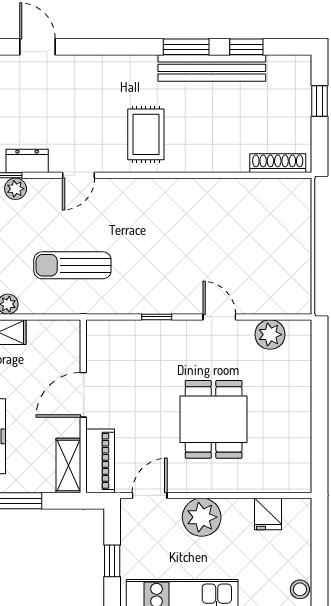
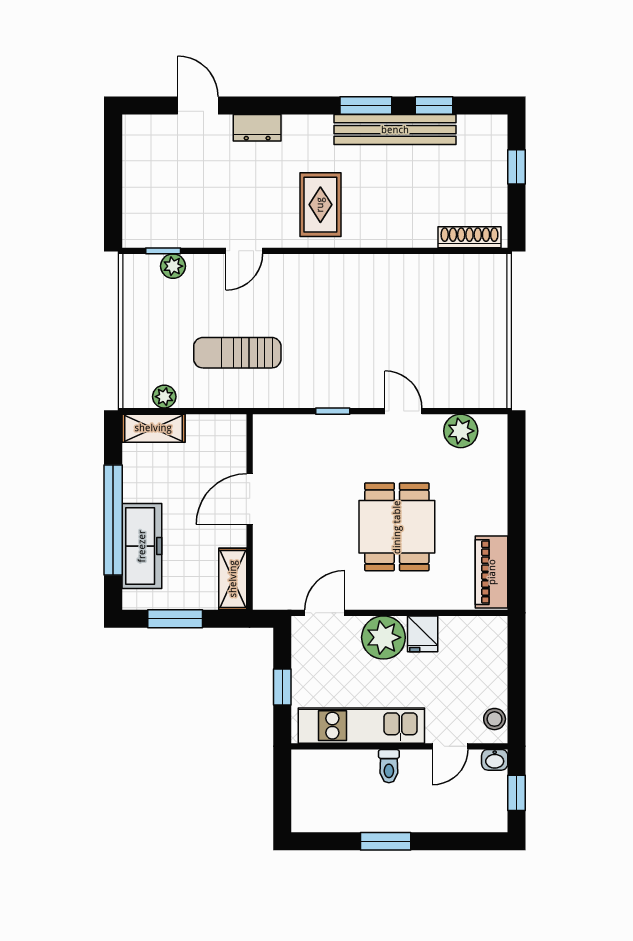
dresser: (27, 161) -> (257, 128), moved, turned 180
piano: (100, 461) -> (492, 572), moved, turned 180
fridge: (268, 514) -> (423, 634), moved

